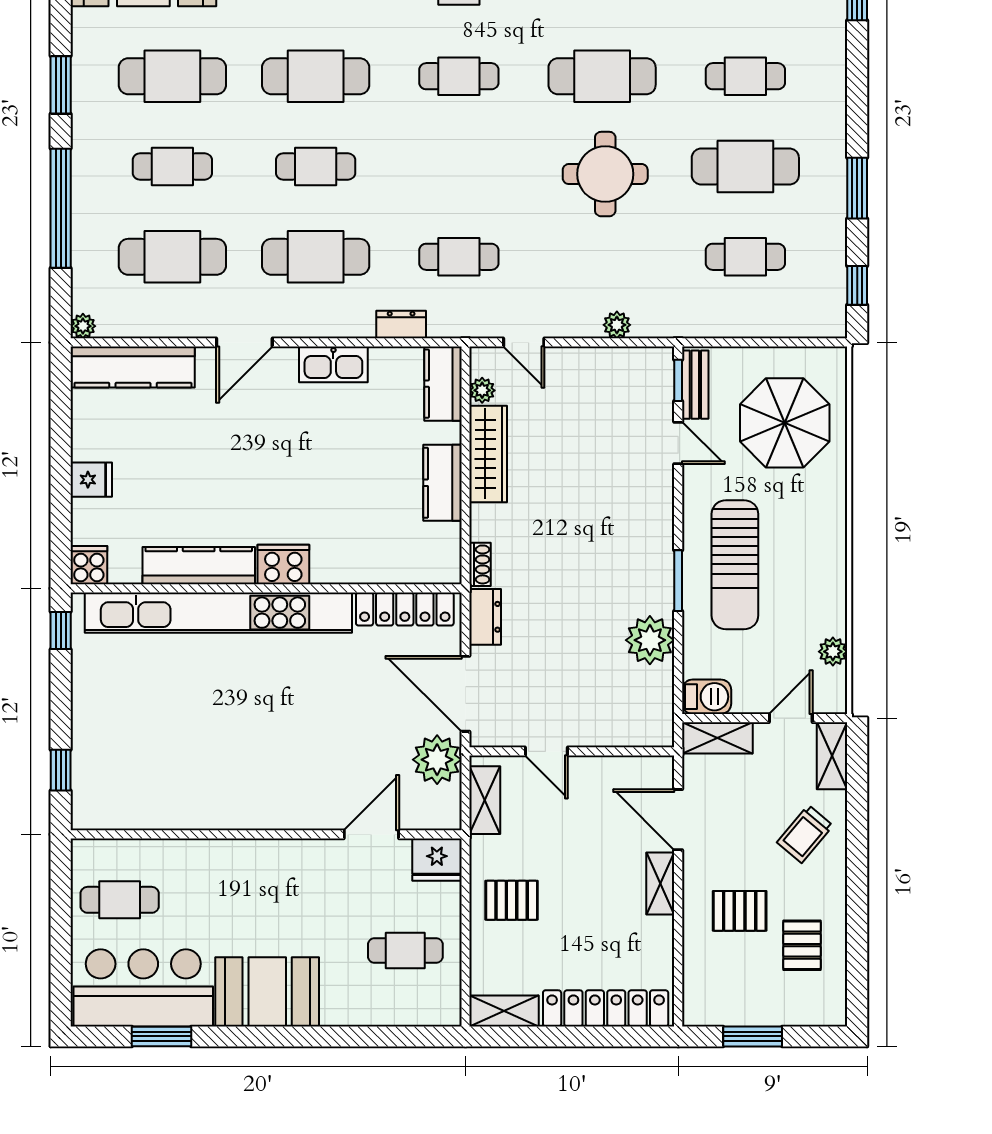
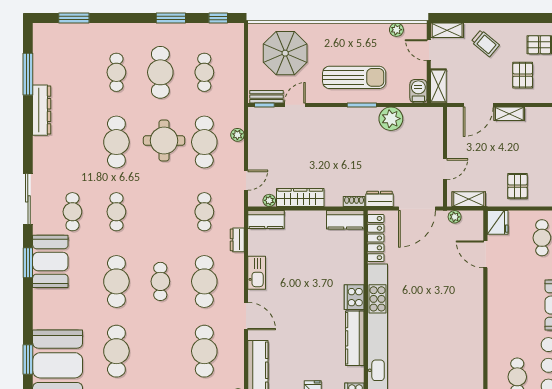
cafe table: (172, 167) -> (204, 142), moved, width x1.37, depth x1.35
kitchen counter: (442, 483) -> (345, 220), moved
plant: (437, 760) -> (455, 217), width x0.53, depth x0.53

